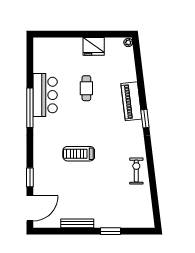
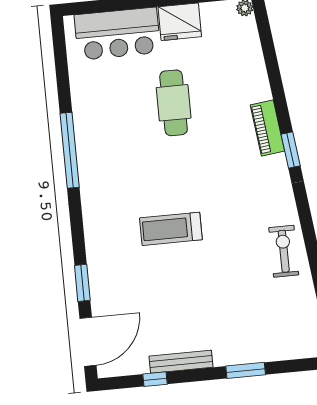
cafe table: (86, 88) -> (174, 103), width x1.37, depth x1.35
bar counter: (45, 95) -> (117, 34), moved, turned 90
piano: (131, 101) -> (267, 128), width x0.73, depth x0.75
window: (63, 231) -> (155, 379), added

